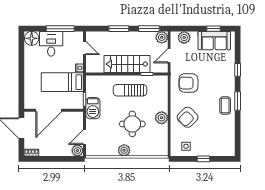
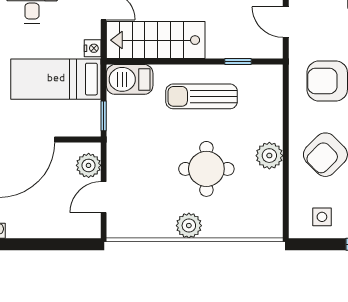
door: (169, 56) -> (286, 22), hinge flipped
stairs: (127, 64) -> (156, 40), moved
barbecue: (93, 108) -> (130, 79), moved, turned 90
plant: (77, 150) -> (89, 165), moved

